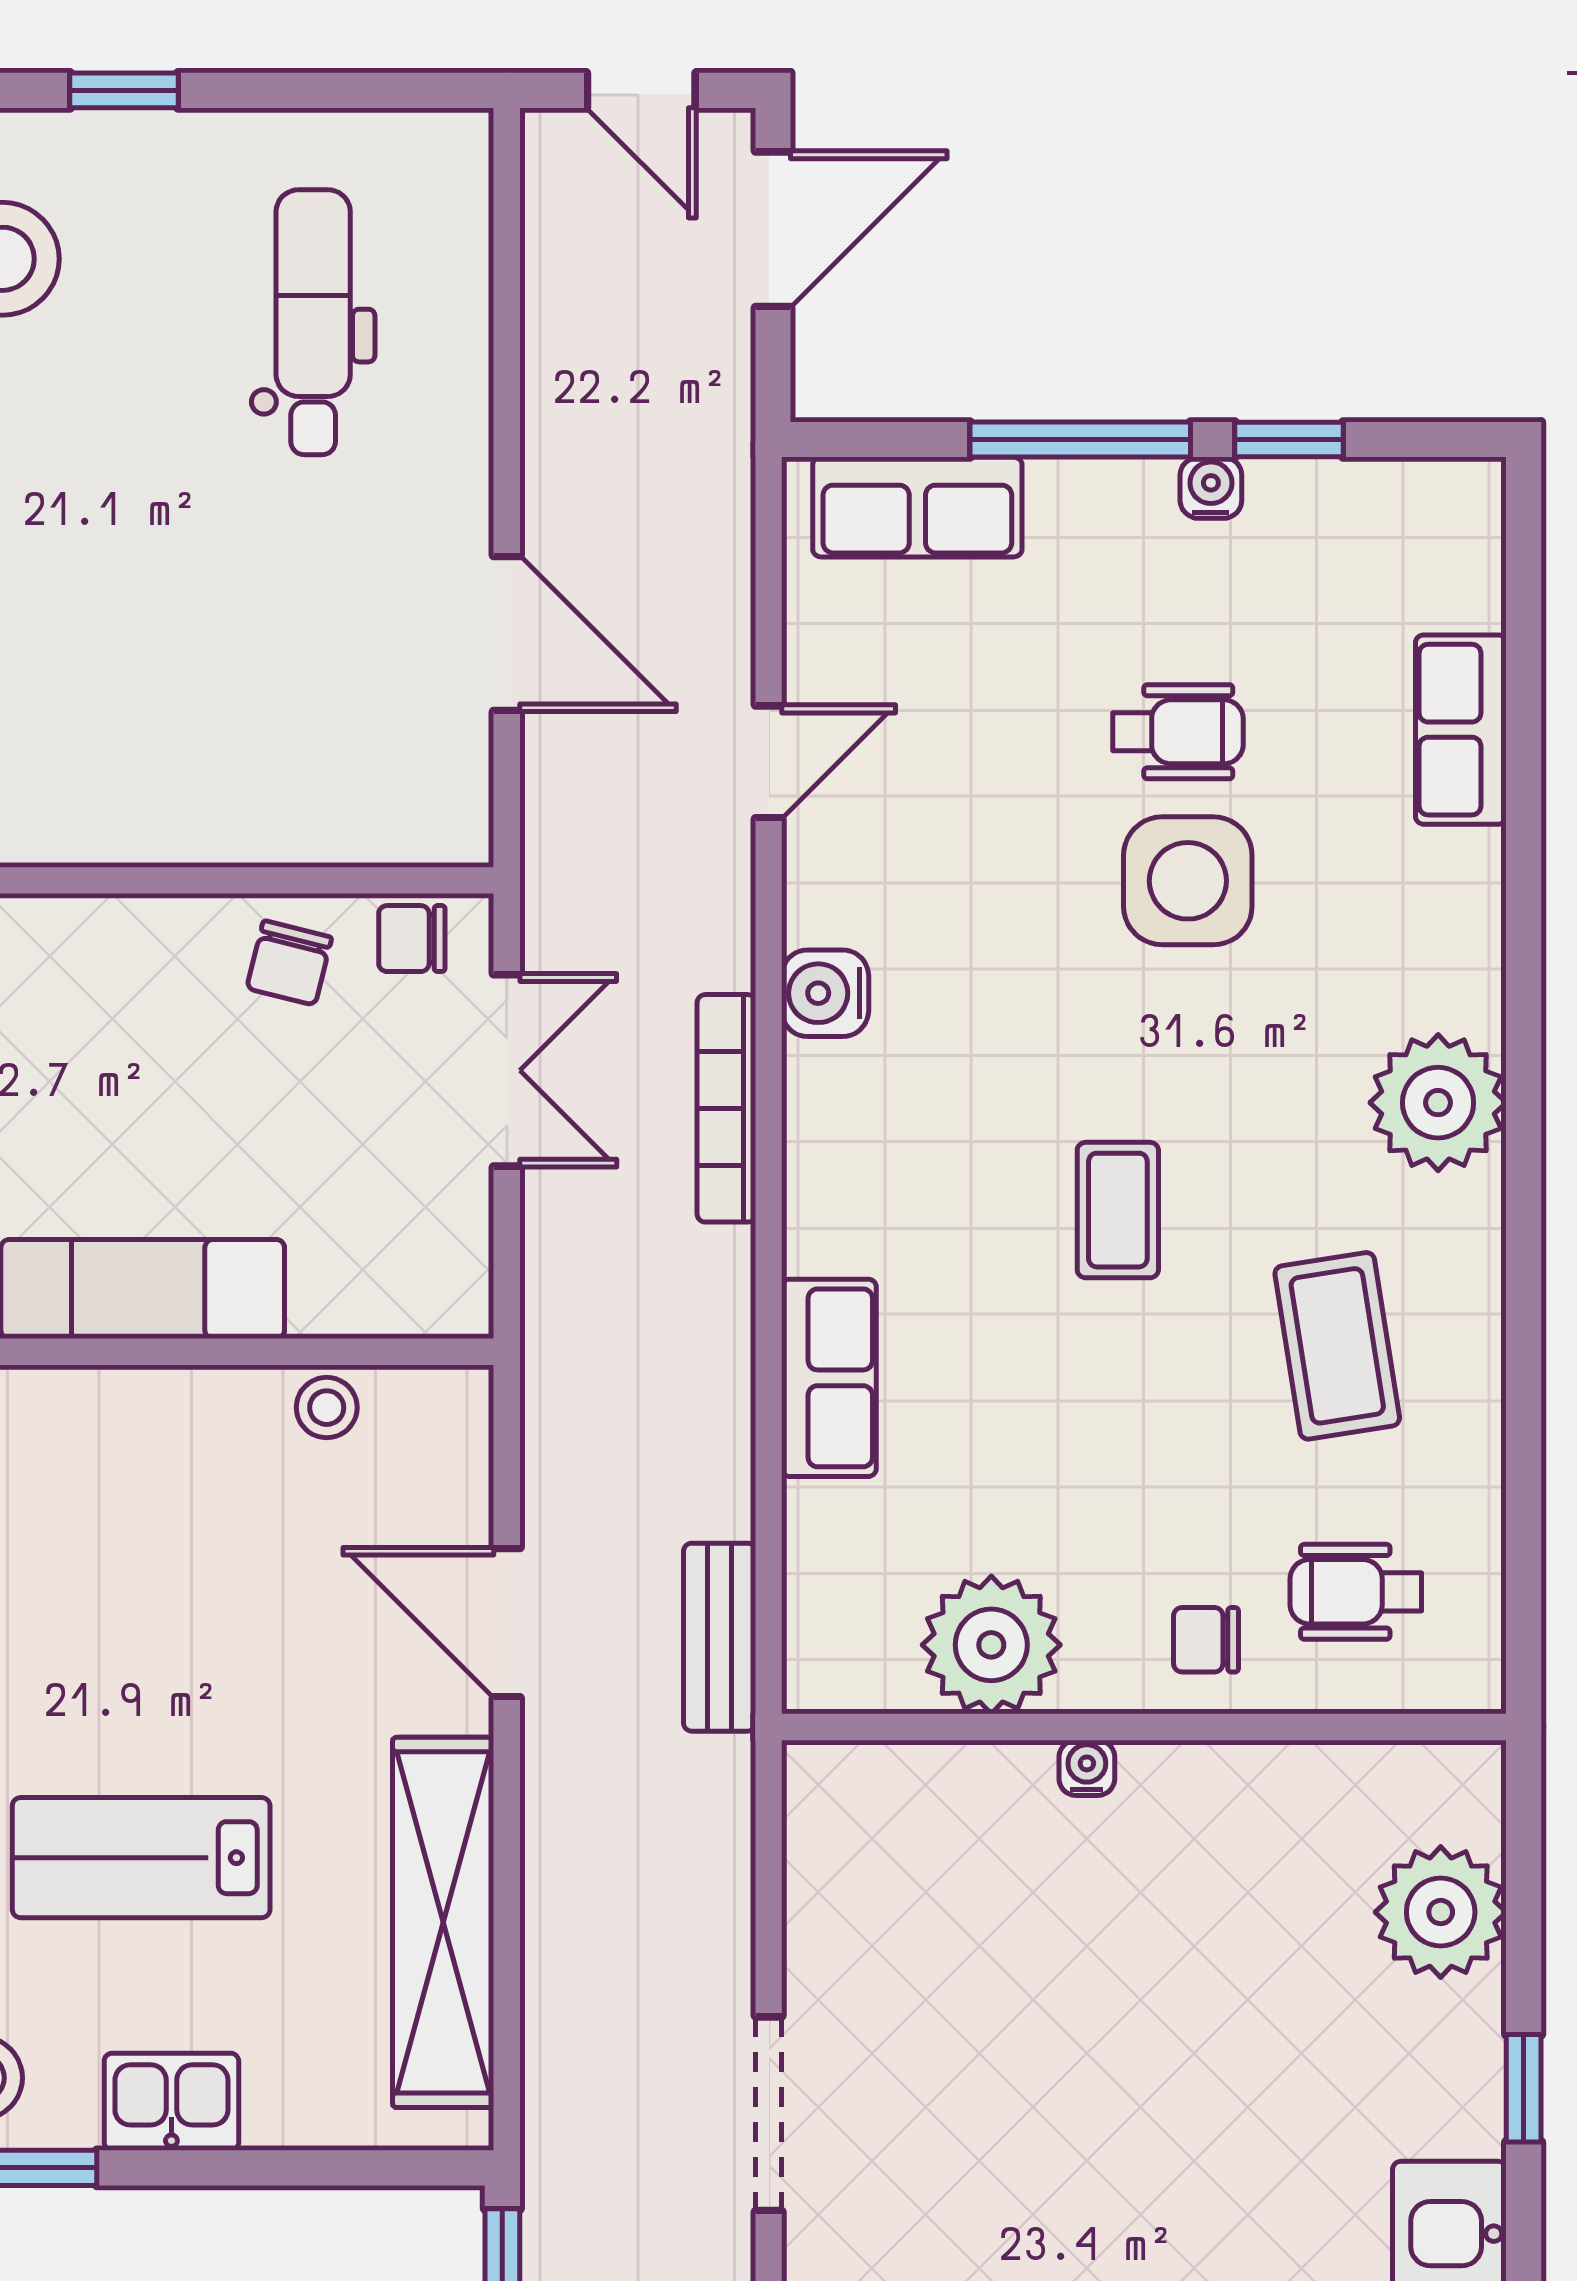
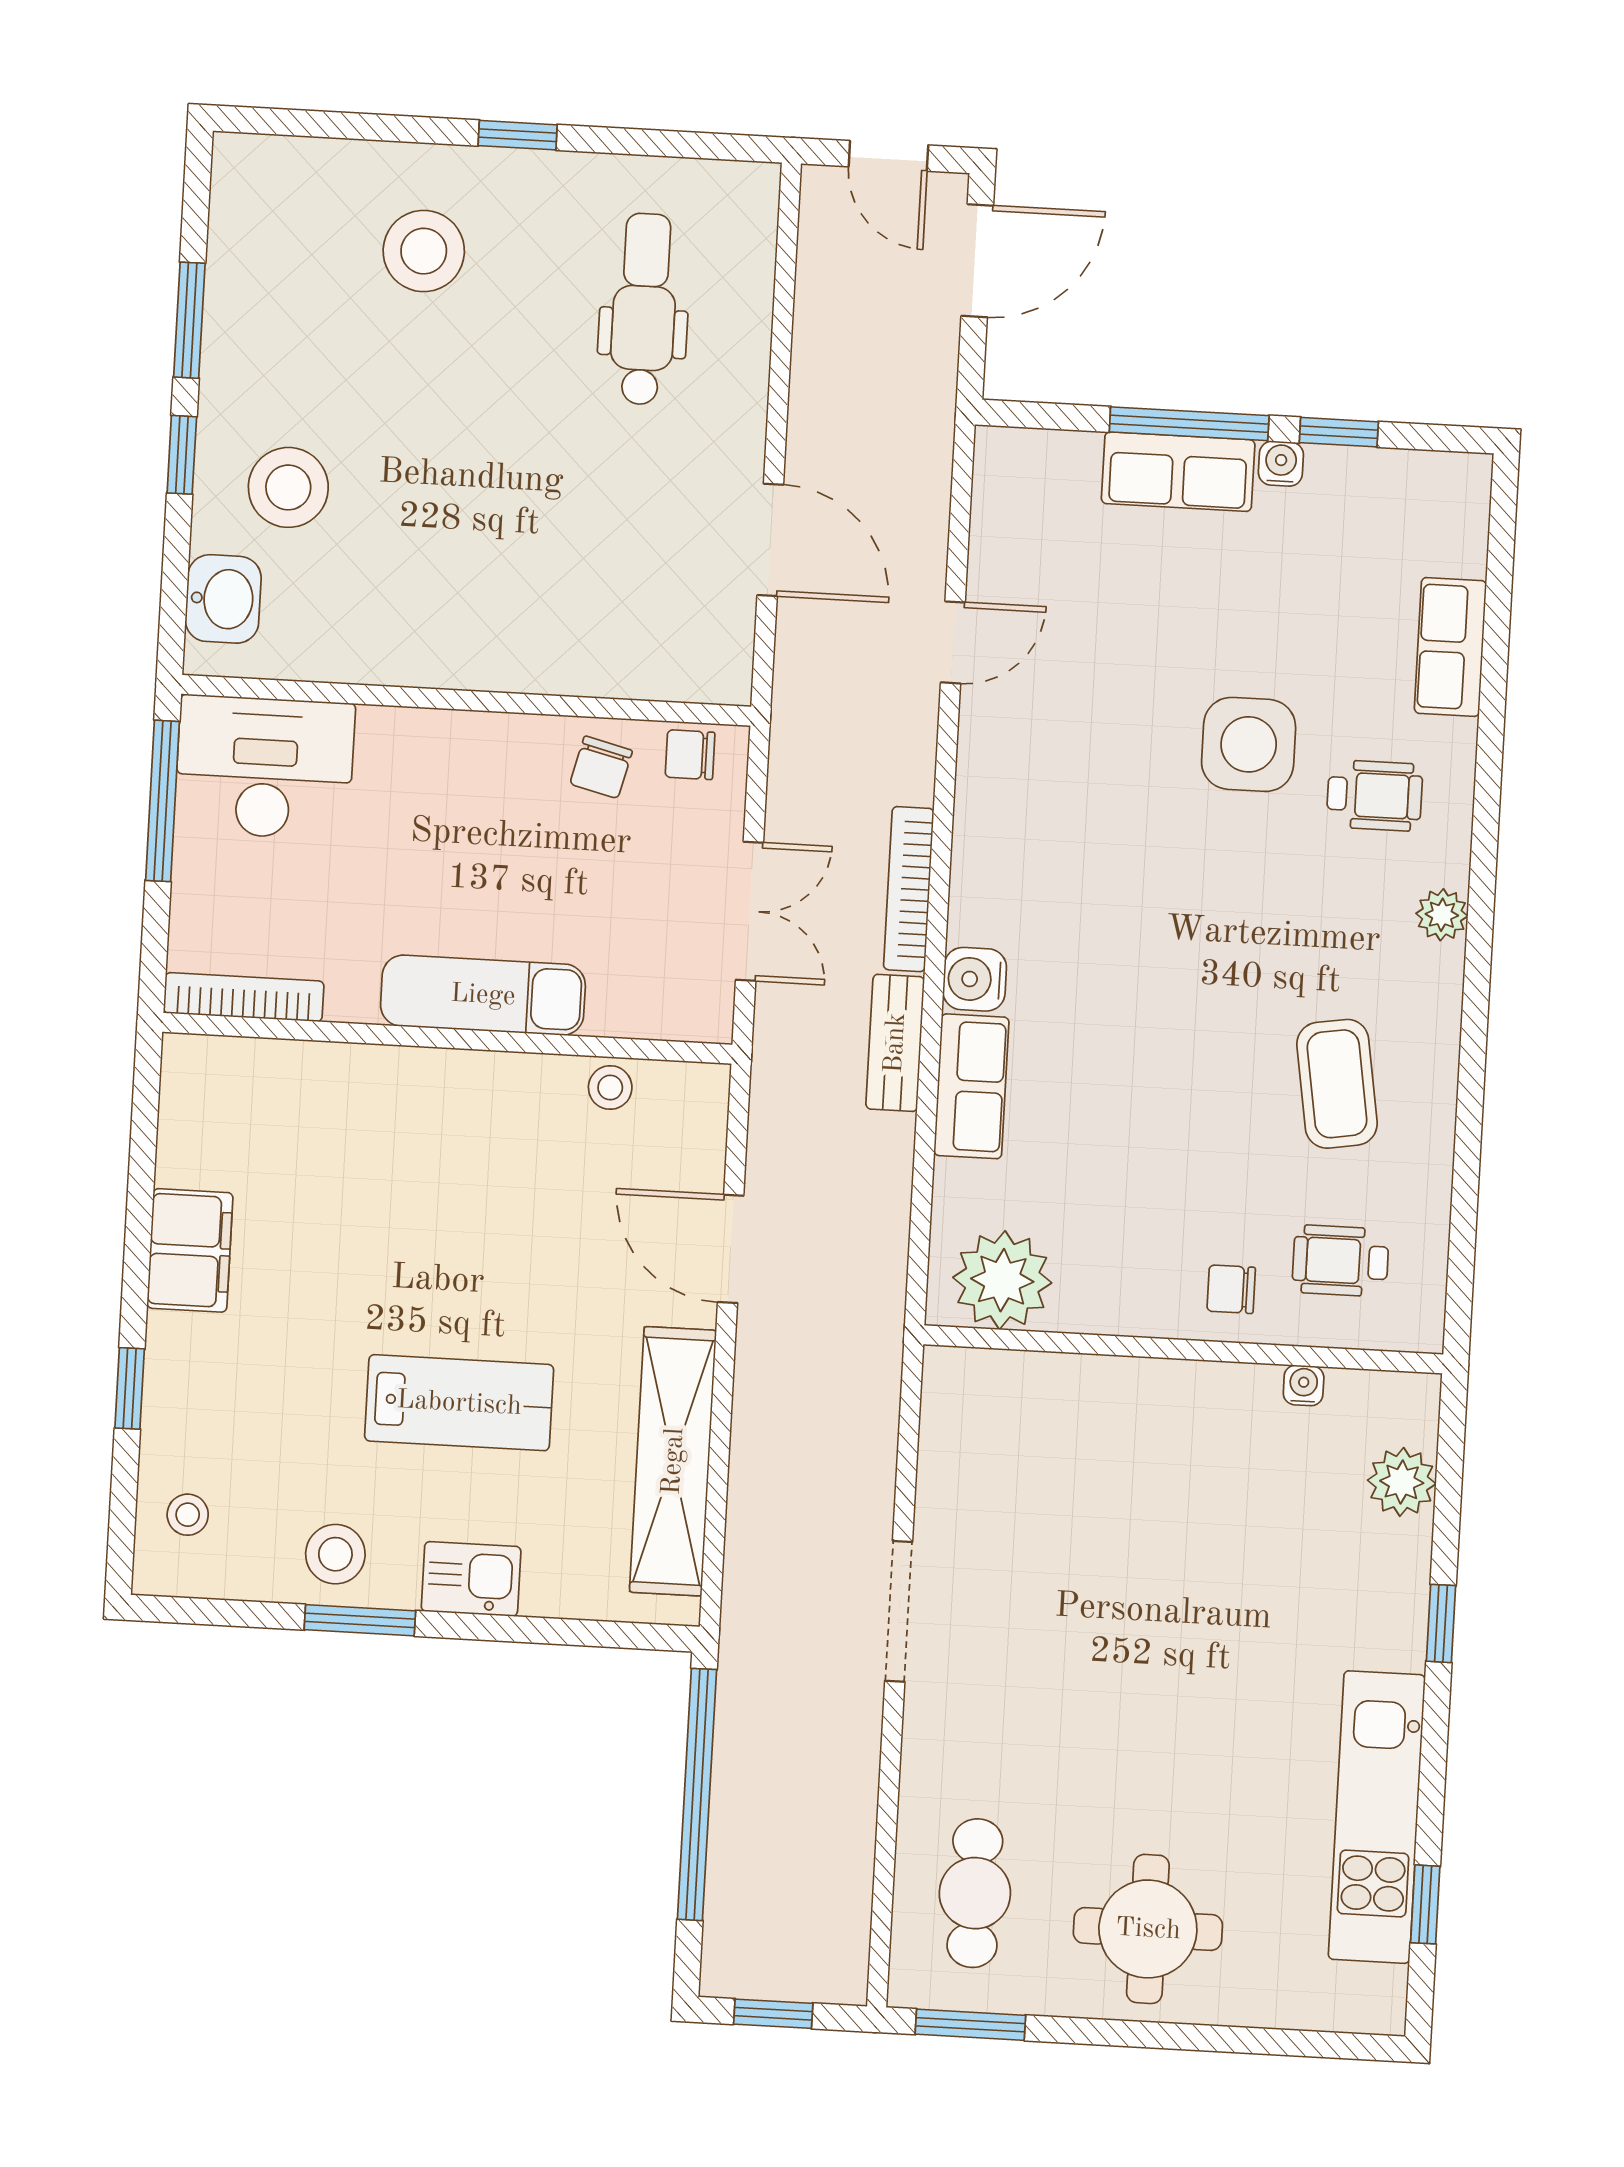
row of seats: (917, 507) -> (1178, 472), moved
wheelchair: (1178, 732) -> (1375, 795), moved
water cooler: (825, 993) -> (975, 979), moved
double door: (507, 1070) -> (749, 911), moved
plant: (1438, 1103) -> (1442, 915), width x0.53, depth x0.53
coffee table: (1118, 1210) -> (1185, 978), removed
bench: (720, 1637) -> (895, 1043), moved
plant: (991, 1645) -> (1002, 1280), moved
water cooler: (1087, 1768) -> (1304, 1385), moved
lab bench: (141, 1858) -> (459, 1403), turned 180
plant: (1441, 1912) -> (1402, 1482), width x0.73, depth x0.73

